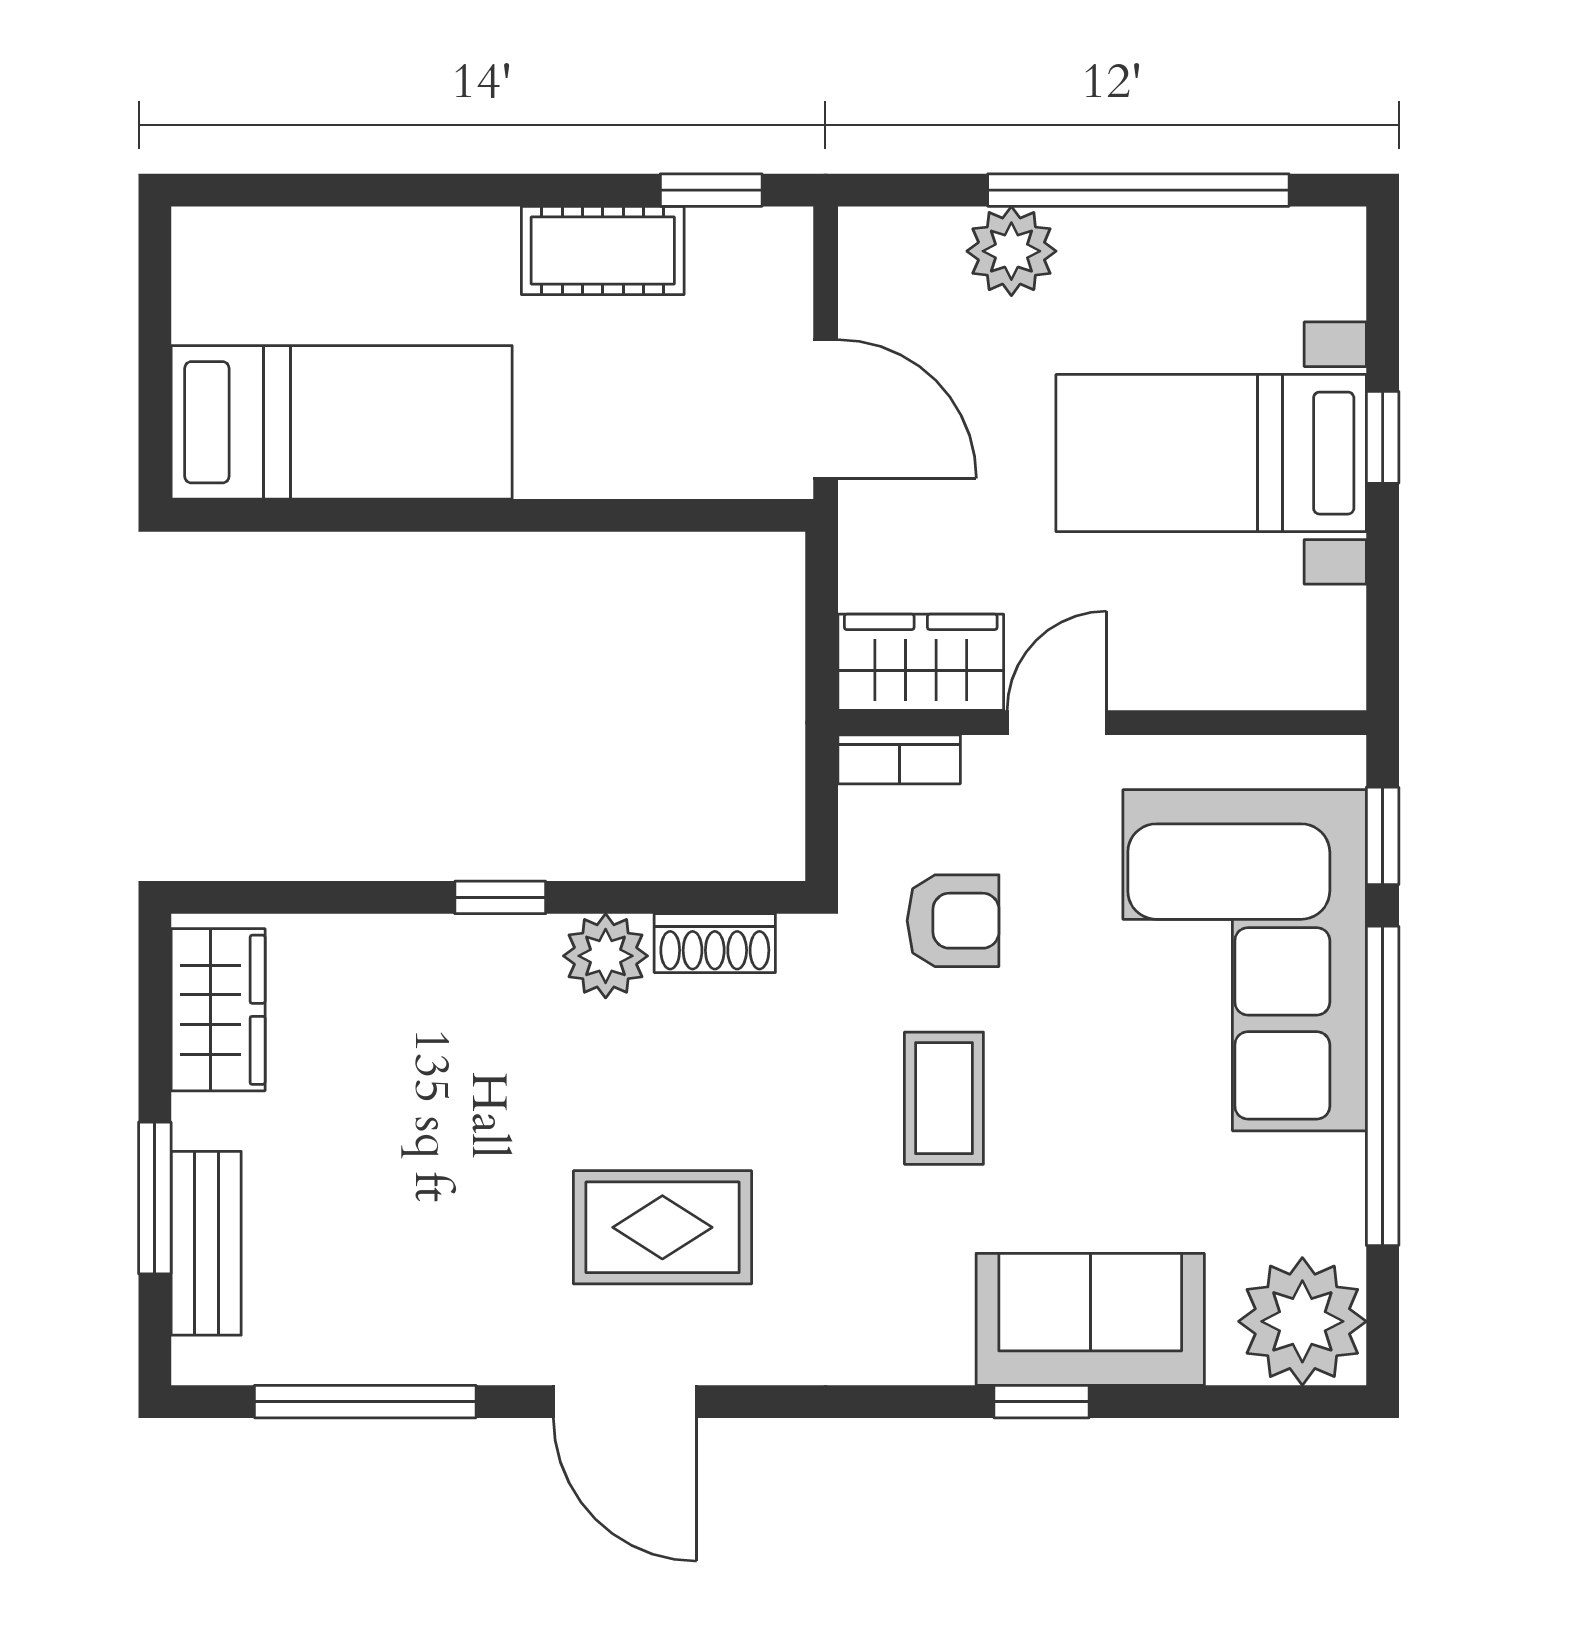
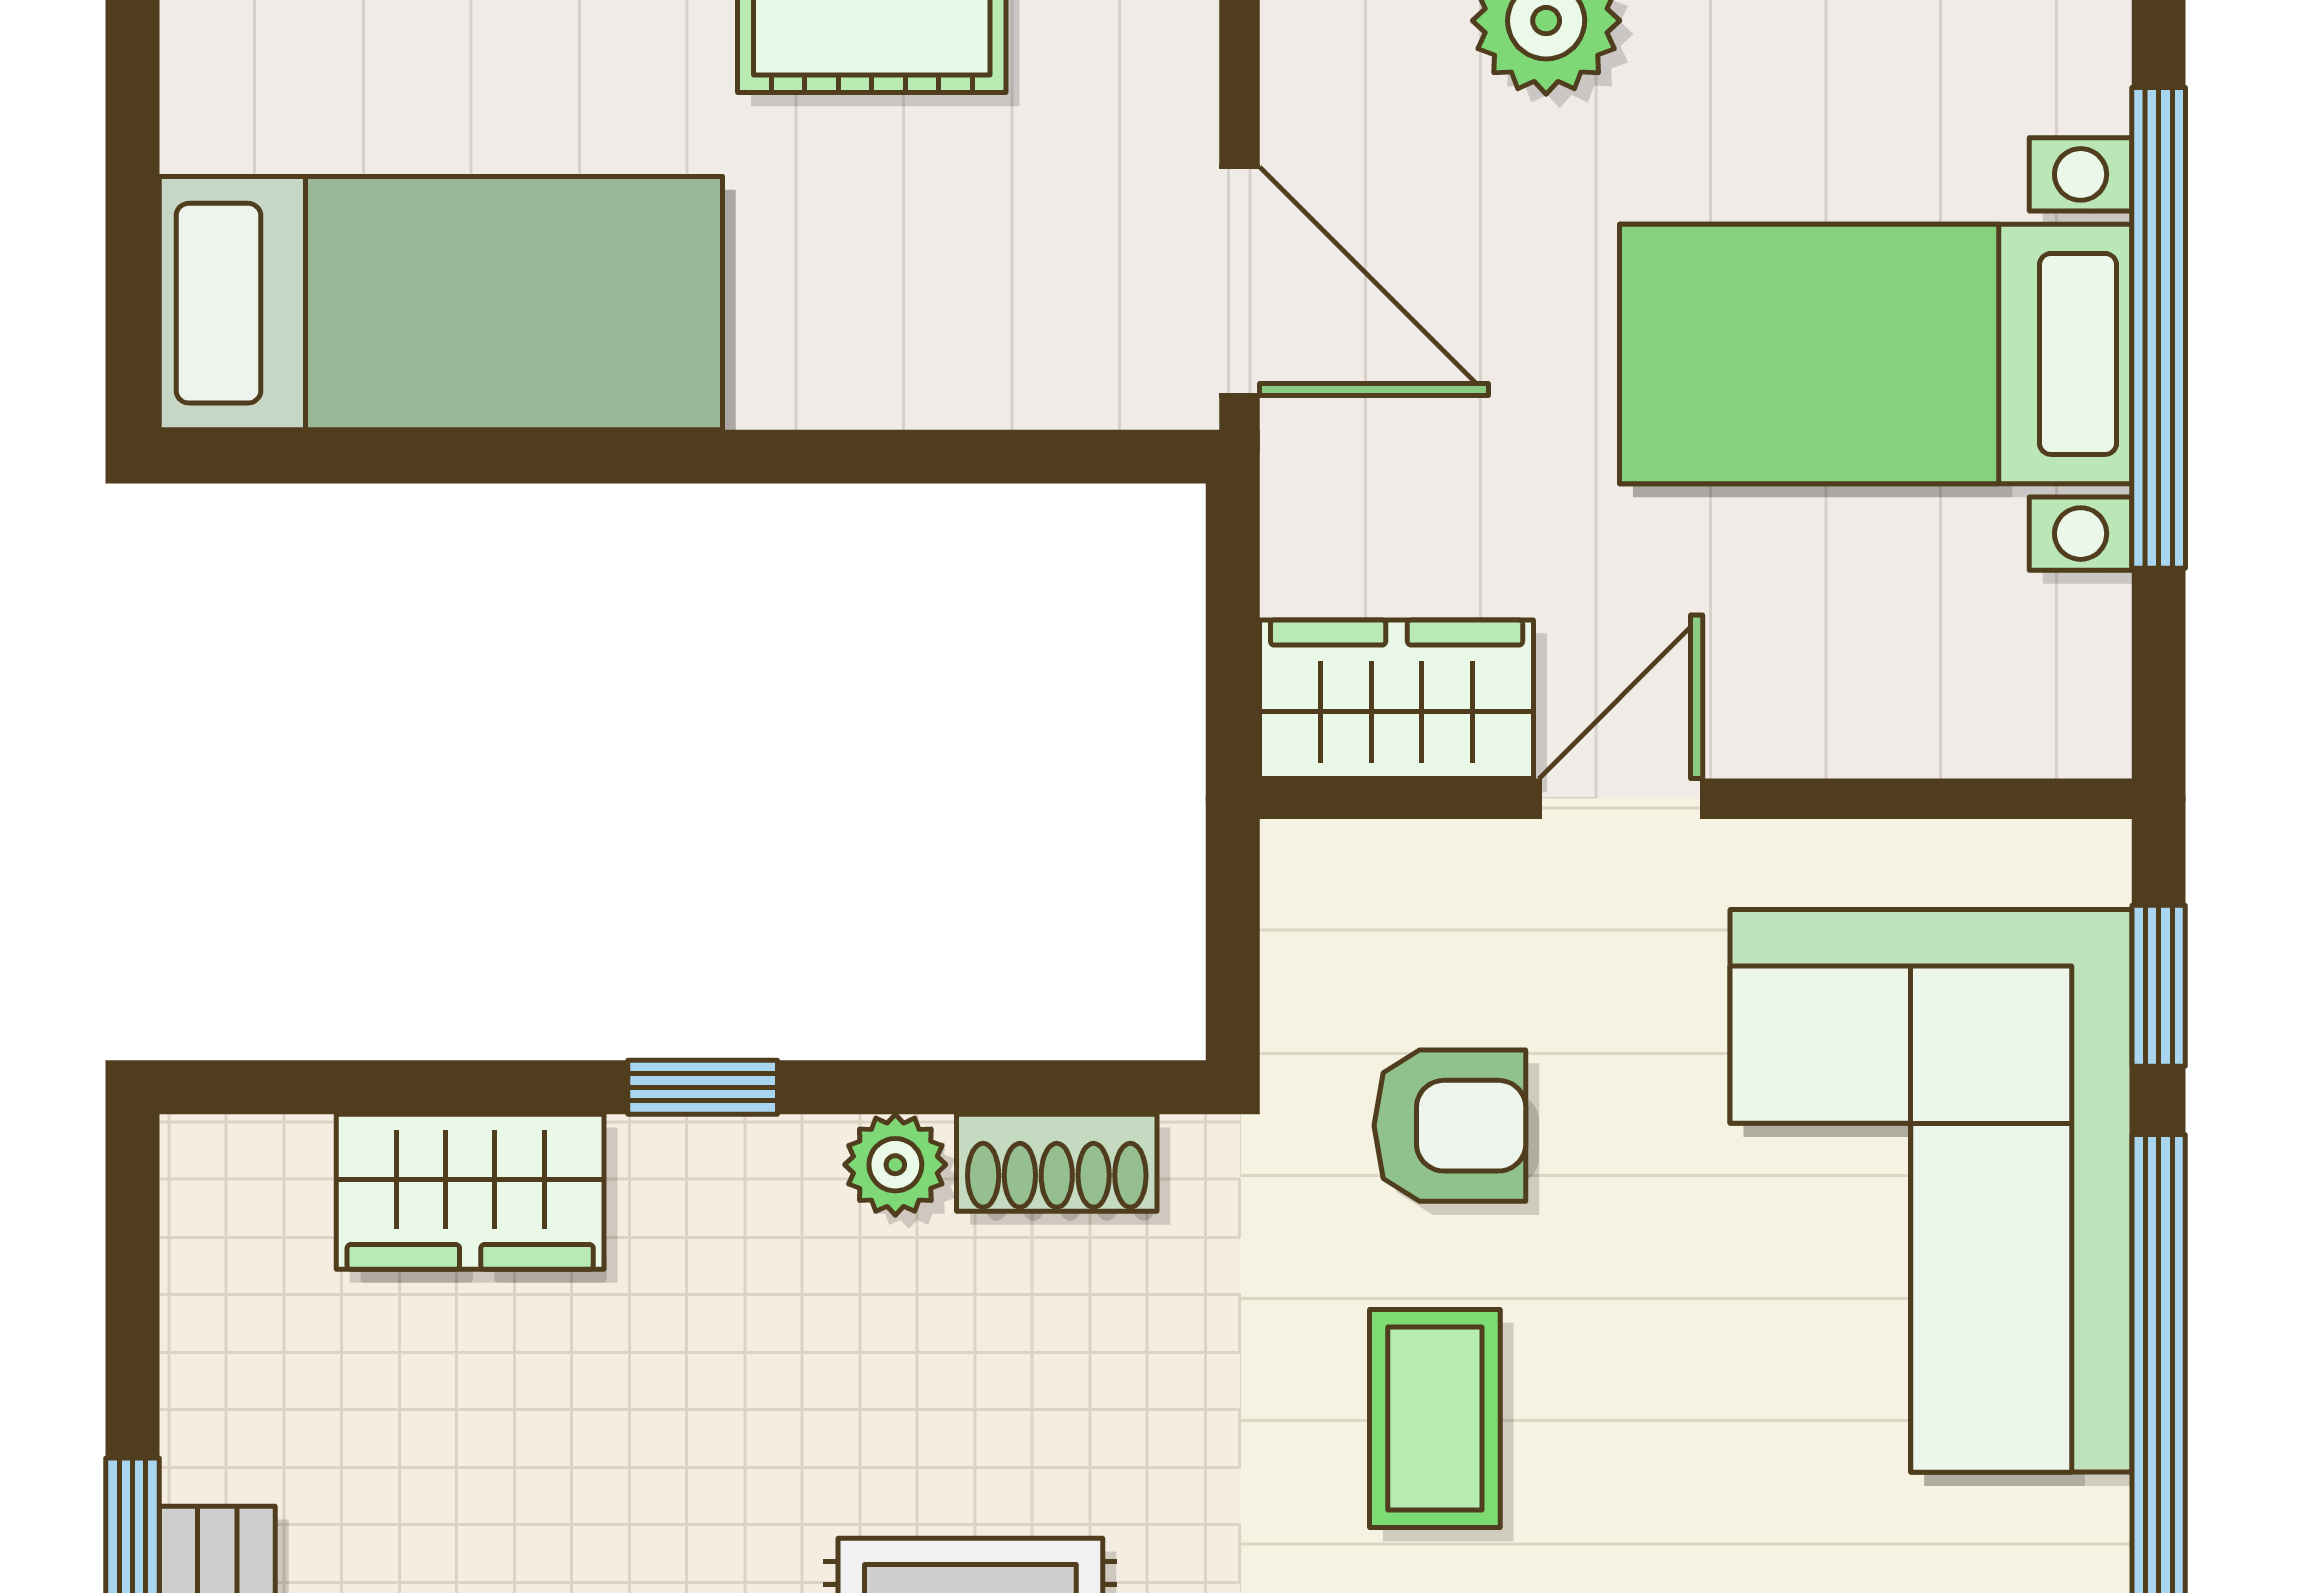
window: (1383, 437) -> (2159, 328), width x3.17
bookcase: (899, 759) -> (1361, 859), removed
plant: (606, 956) -> (895, 1165), width x0.73, depth x0.73
wardrobe: (218, 1010) -> (470, 1192), moved, turned 90

